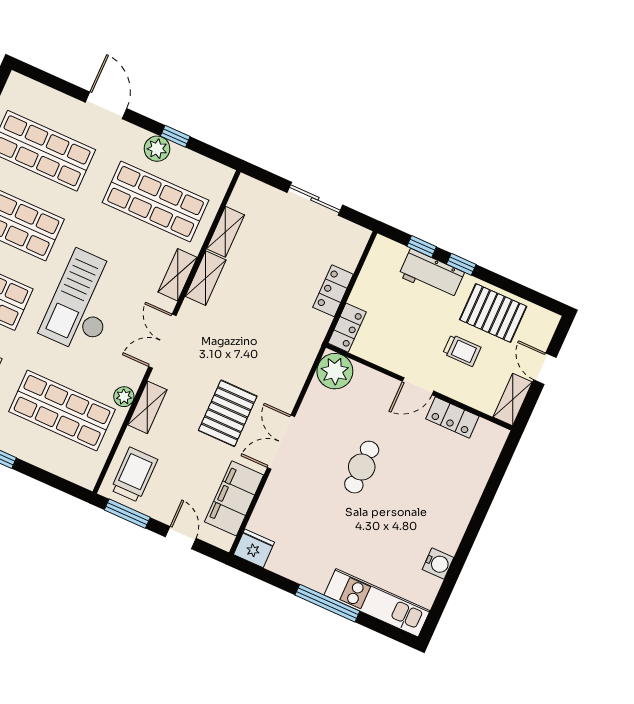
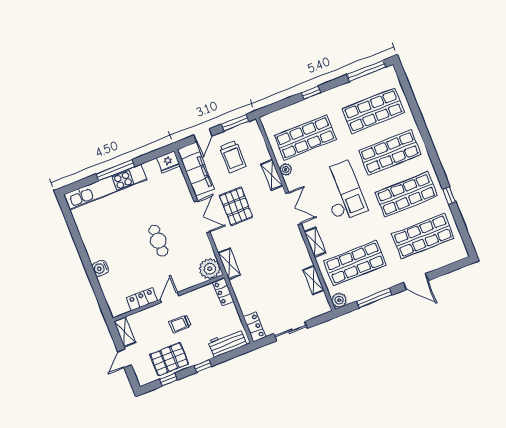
window: (175, 136) -> (374, 298), width x2.17
plant: (157, 149) -> (339, 300), moved
window: (422, 246) -> (168, 380), moved
workbench: (431, 274) -> (227, 343), moved
shelving: (206, 278) -> (229, 264), moved
locker: (333, 291) -> (255, 327), moved
trolley: (462, 350) -> (180, 324), moved
door: (545, 369) -> (125, 358), swing flipped
trolley: (134, 475) -> (233, 157), moved
door: (181, 538) -> (203, 135), hinge flipped
water cooler: (438, 563) -> (100, 268), moved
kitchen unit: (377, 603) -> (105, 187), width x1.36

